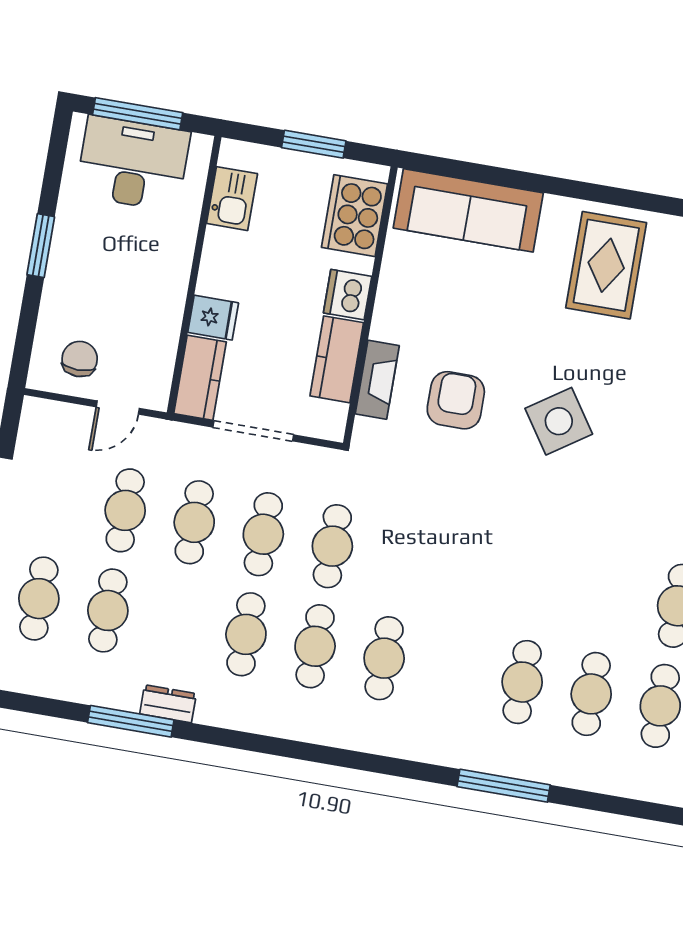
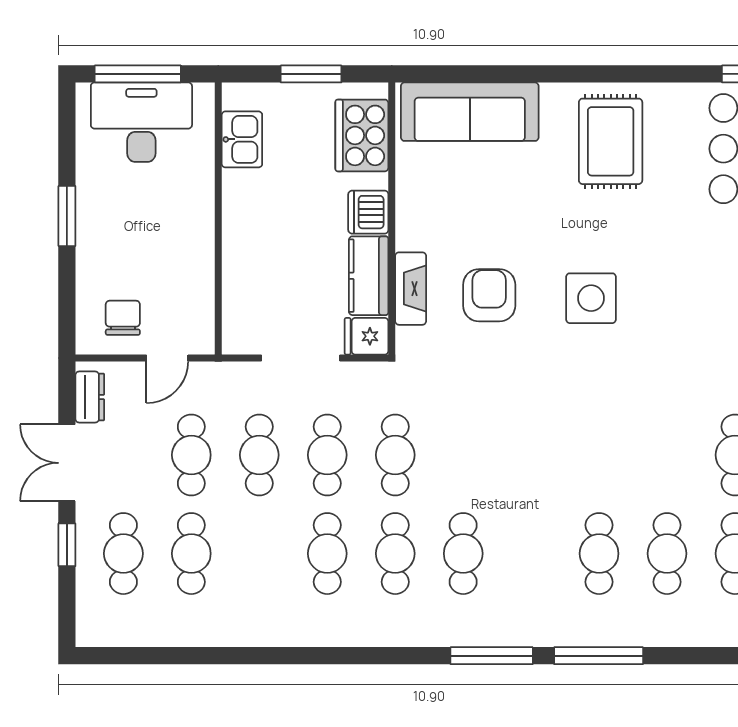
fridge: (213, 318) -> (366, 336), moved, turned 180
kitchen counter: (200, 378) -> (241, 316), removed
side table: (559, 421) -> (591, 298), turned 34
dresser: (168, 704) -> (90, 397), moved, turned 90
window: (131, 721) -> (492, 656), moved

